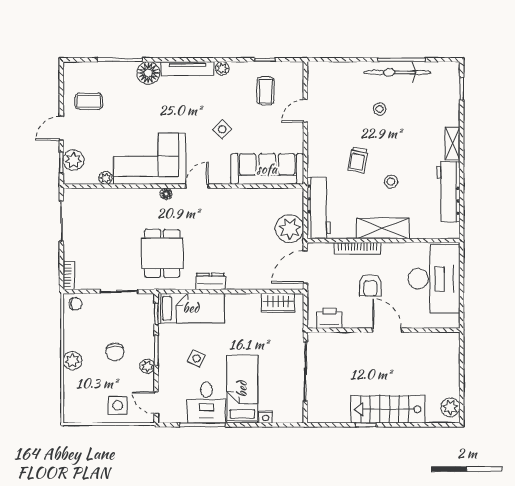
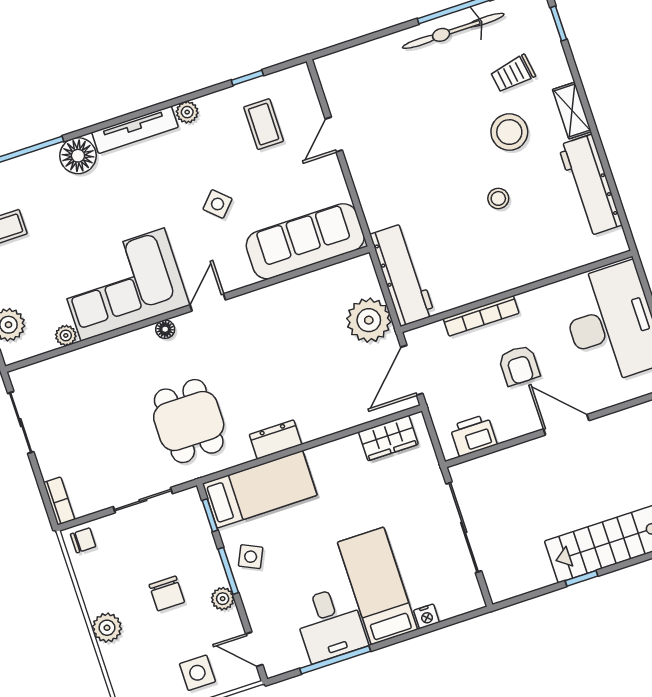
stool: (380, 109) -> (509, 132), moved, width x1.89, depth x1.89
trolley: (358, 160) -> (513, 74), moved, turned 71
shelving: (383, 228) -> (509, 273), removed
side table: (196, 358) -> (251, 557), moved

